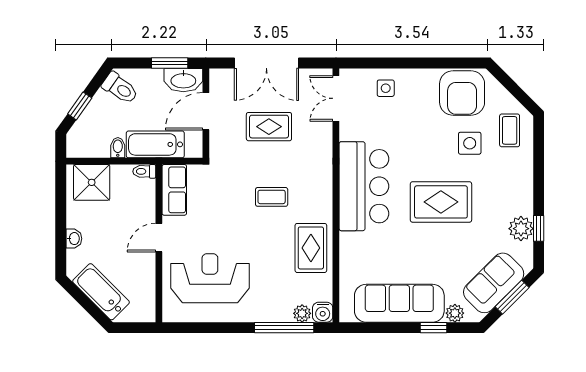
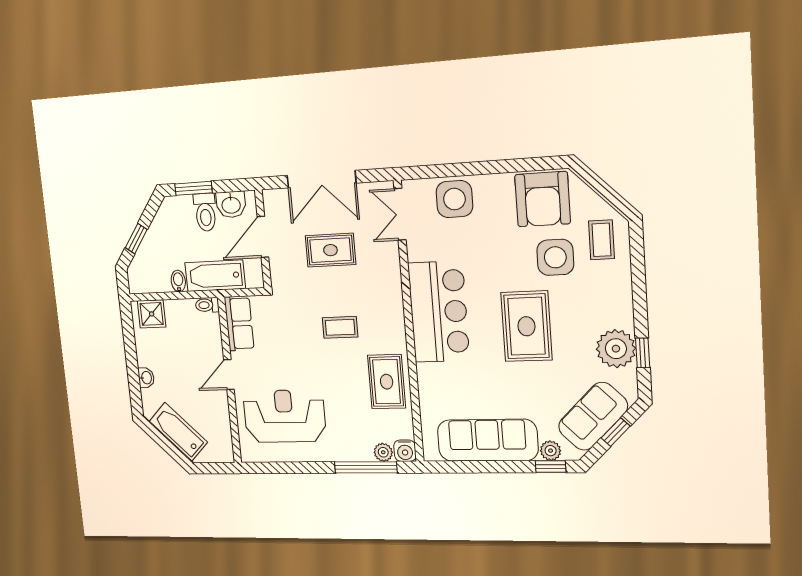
window: (170, 63) -> (193, 188), moved
washbasin: (183, 80) -> (231, 205), width x0.72
toilet: (120, 88) -> (205, 212), moved, turned 55
side table: (386, 88) -> (454, 199), width x1.87, depth x1.87
side table: (470, 143) -> (555, 257), width x1.37, depth x1.37
shower: (92, 182) -> (152, 314), width x0.73, depth x0.73
rug: (441, 202) -> (526, 326), turned 90
plant: (521, 229) -> (616, 349), width x1.36, depth x1.36
window: (512, 297) -> (616, 432), width x0.67
window: (433, 328) -> (551, 467), moved

